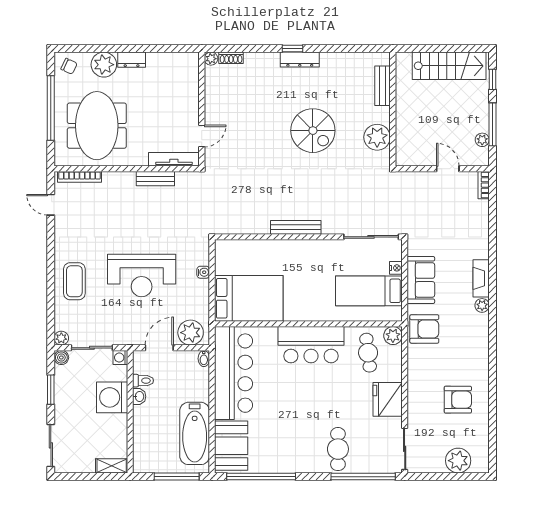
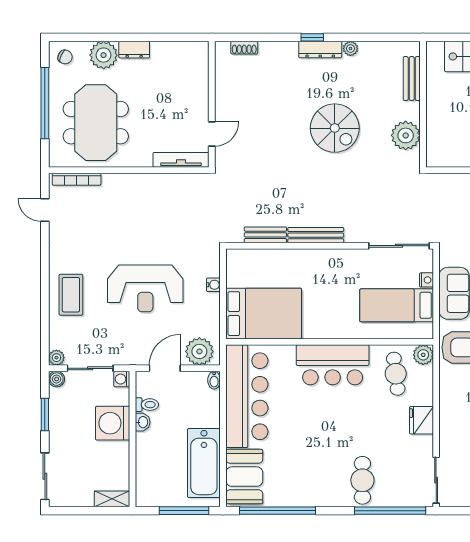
plant: (211, 59) -> (350, 48), moved
bench: (155, 179) -> (265, 235), moved
fridge: (388, 399) -> (421, 420), width x0.73, depth x0.75

